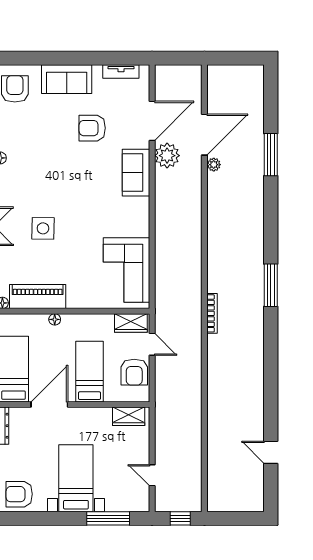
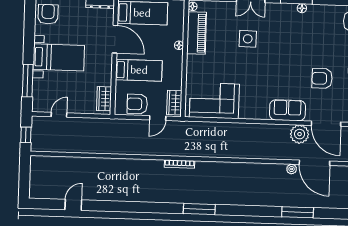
armchair: (92, 128) -> (322, 78), turned -90

